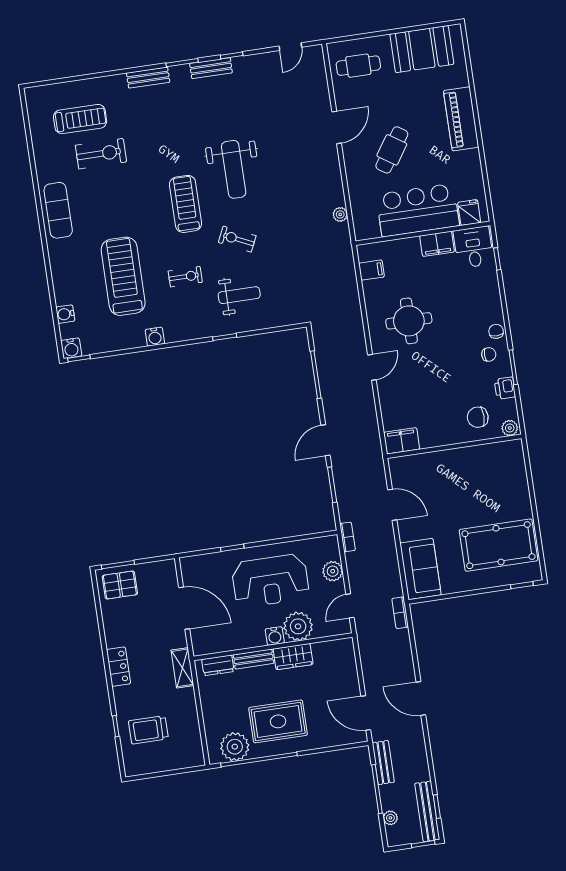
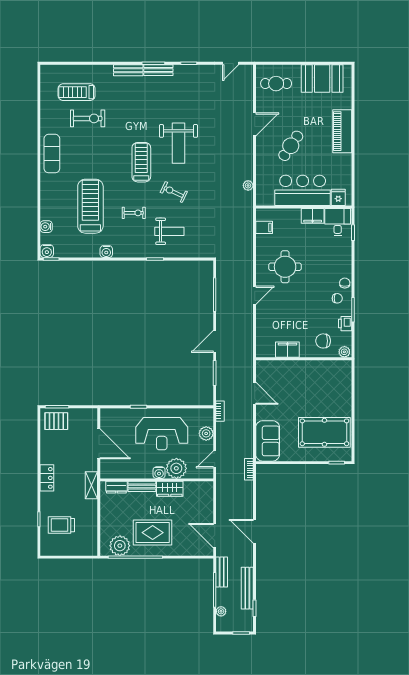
bench: (211, 68) -> (158, 70), moved
treadmill: (80, 119) -> (77, 92), turned 180
filing cabinet: (402, 441) -> (287, 350), moved
bench: (427, 811) -> (247, 588), moved

